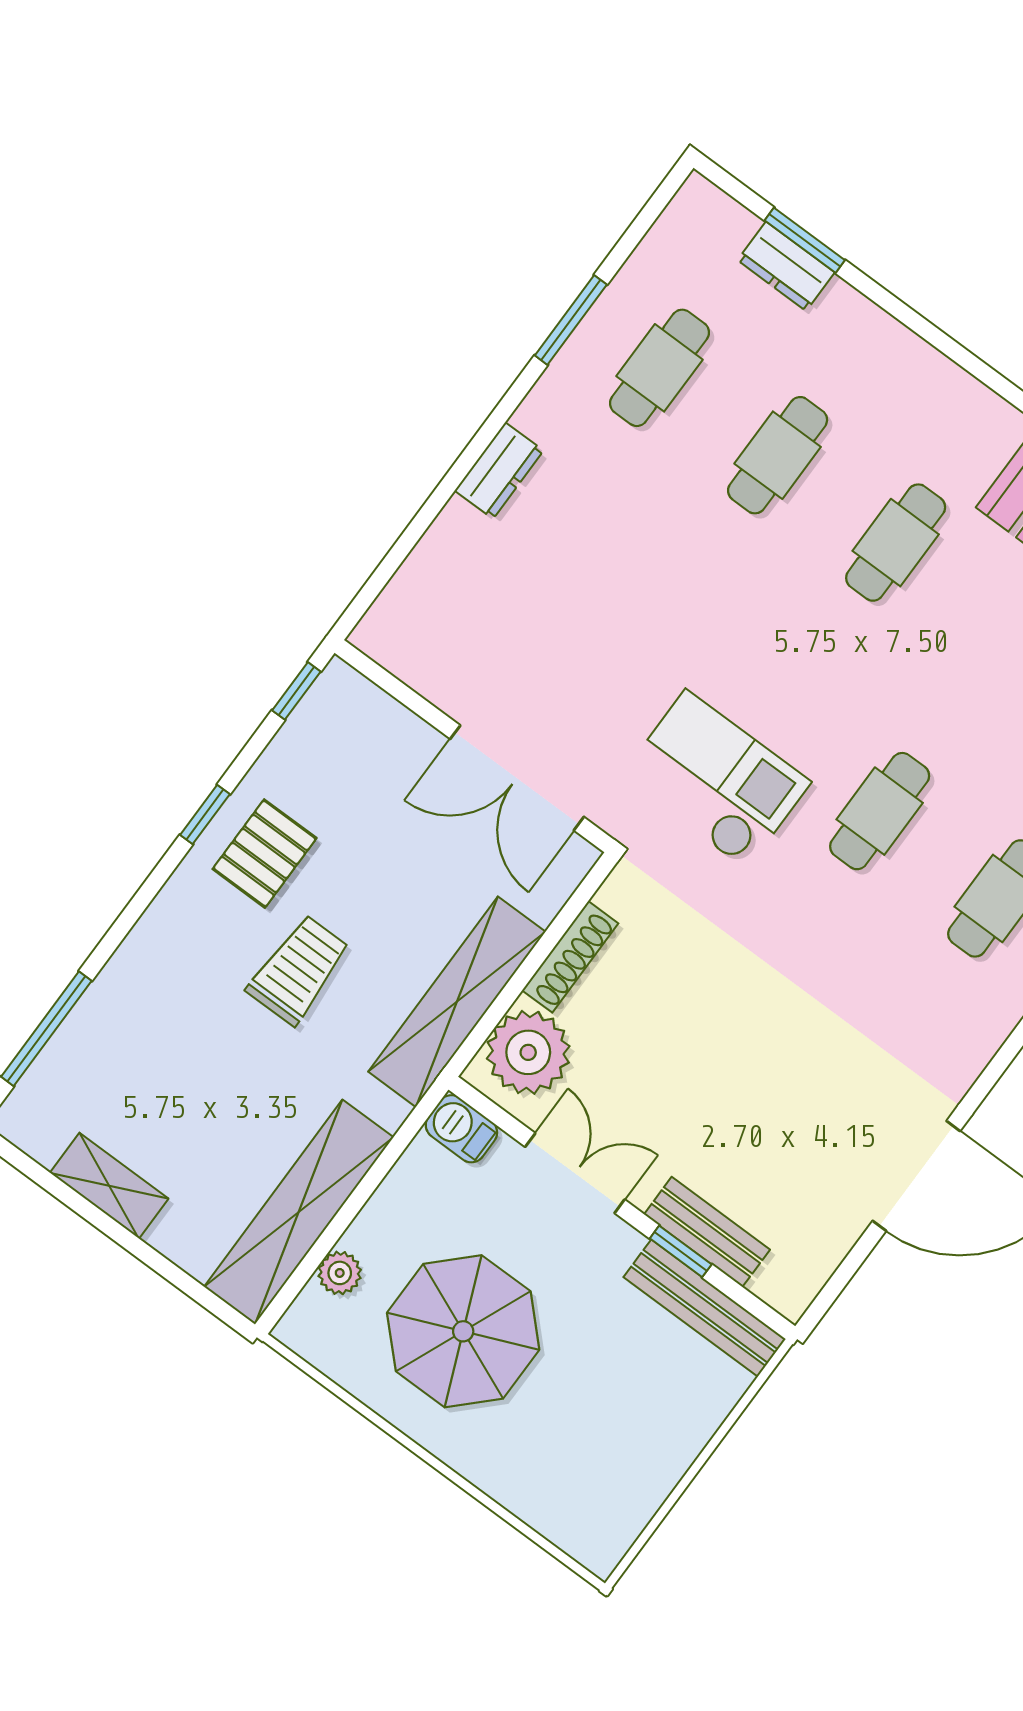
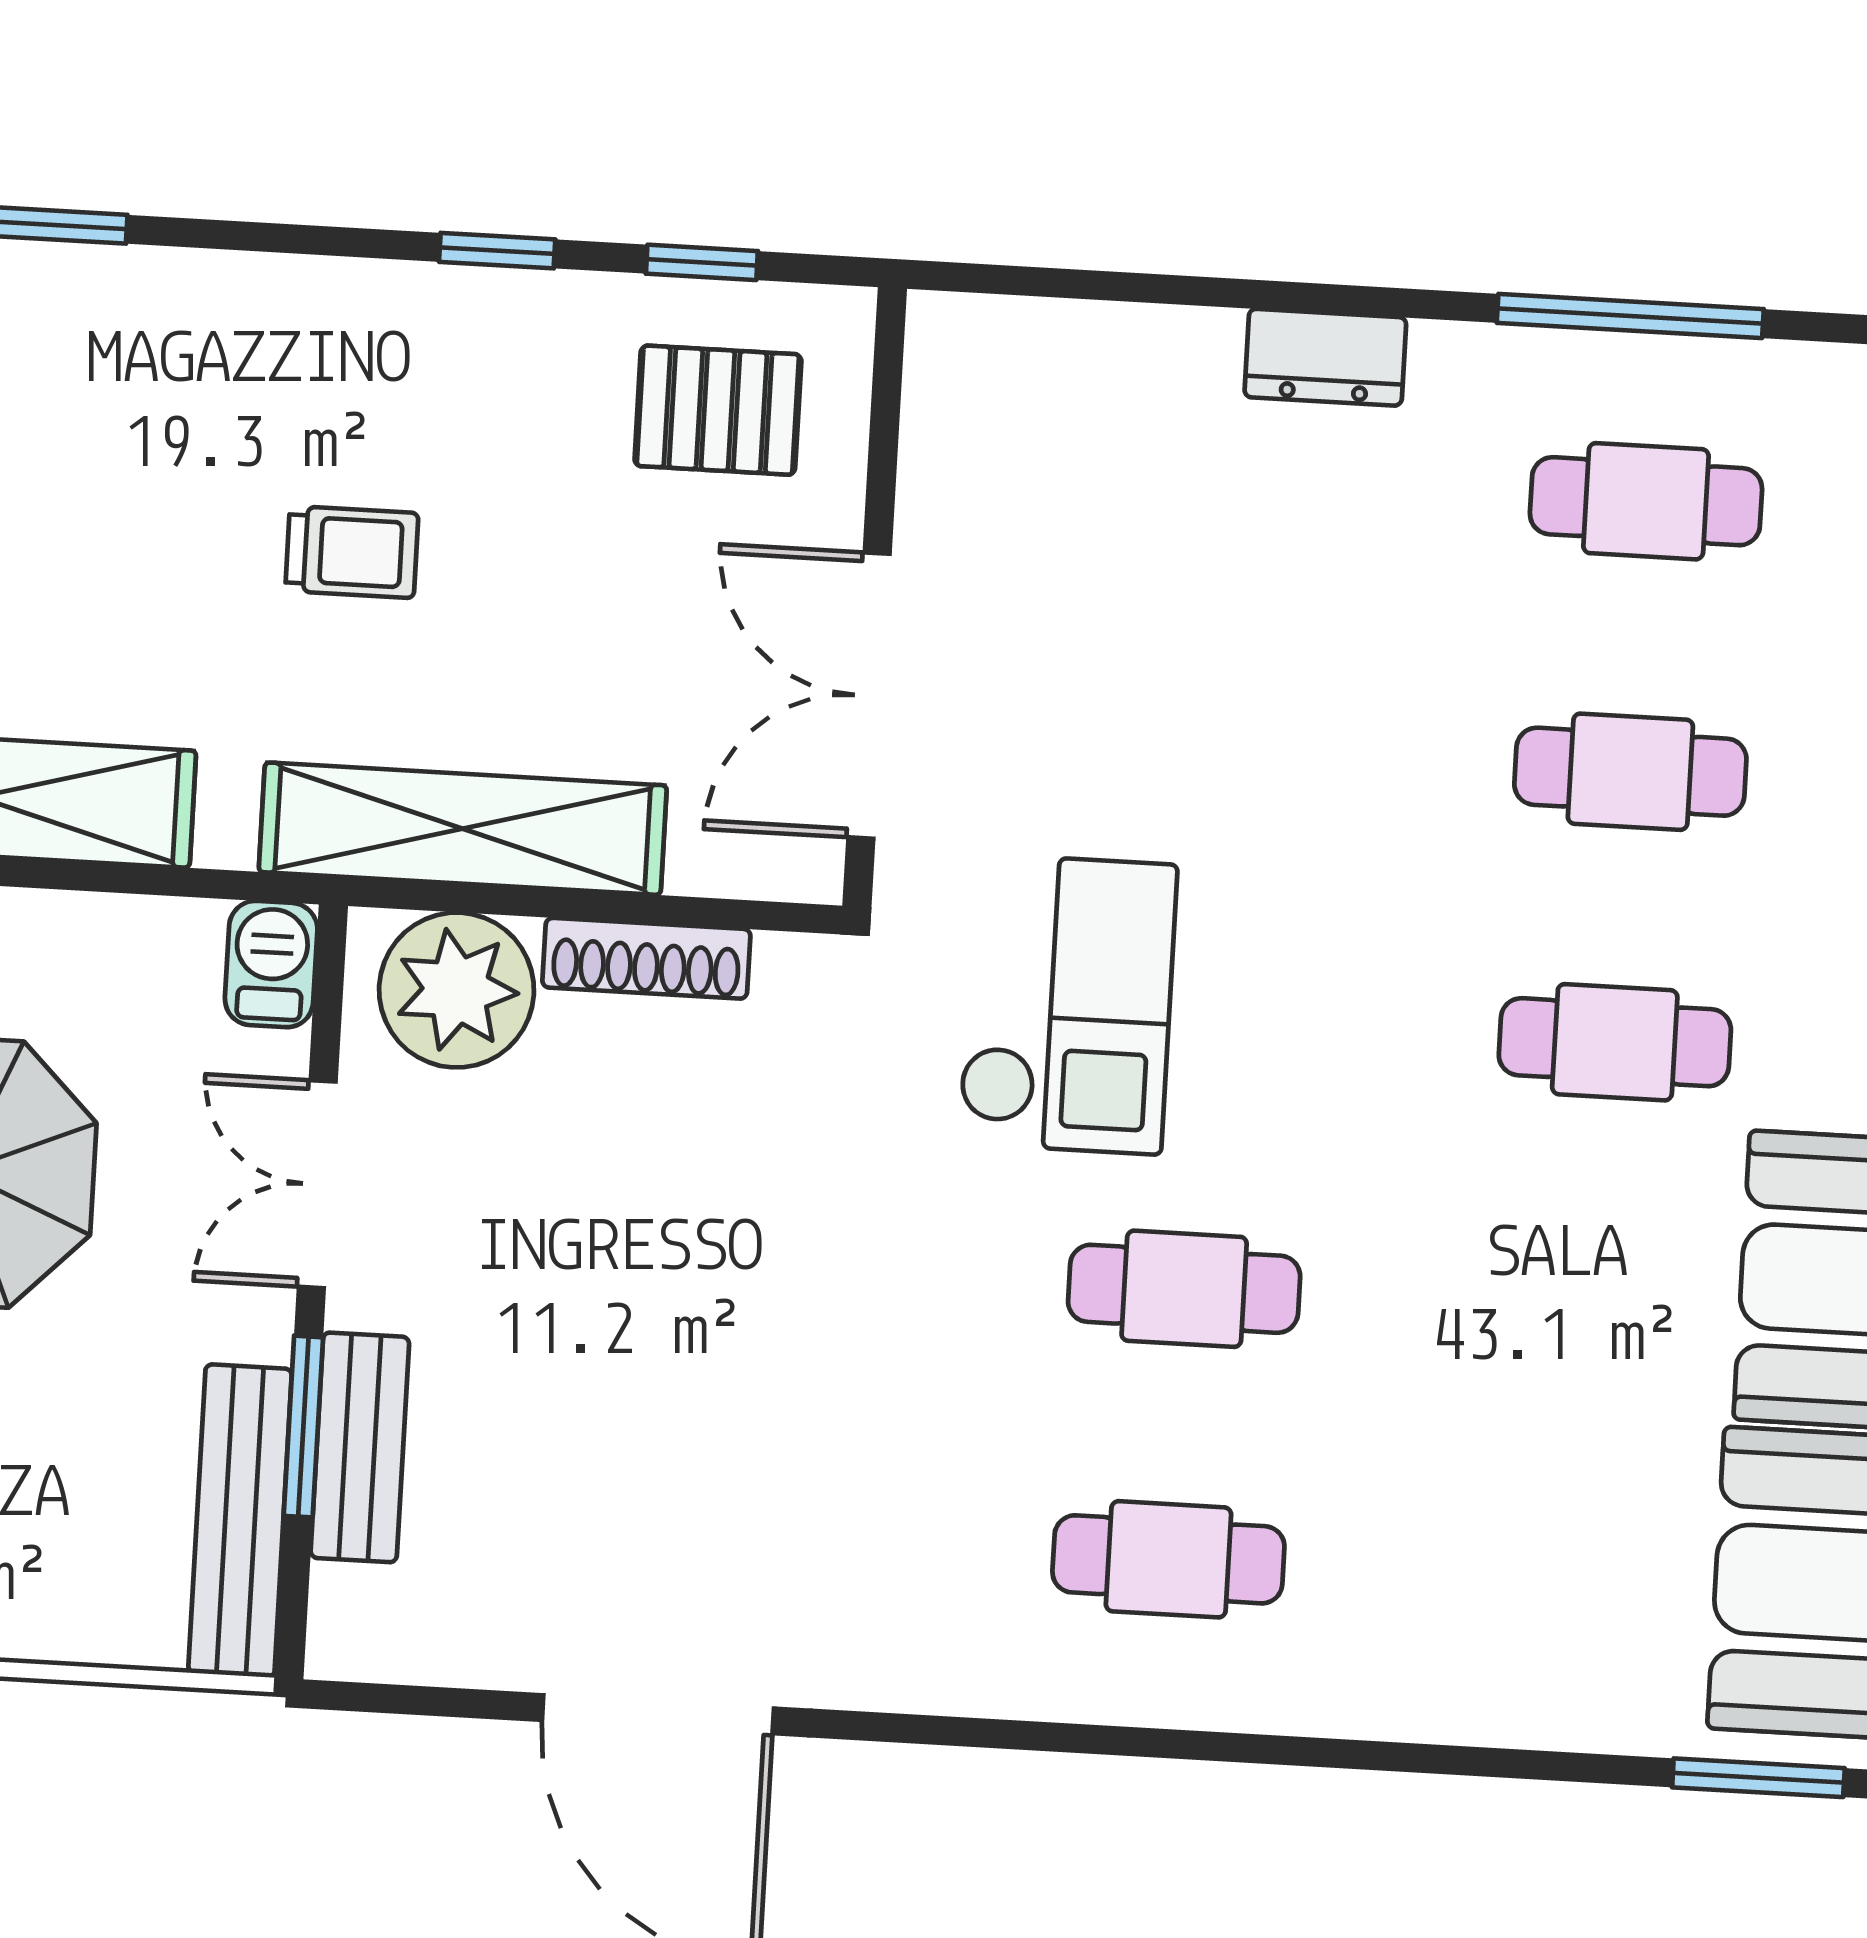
window: (571, 320) -> (1630, 316), width x1.44
window: (296, 691) -> (702, 262), moved
pallet: (265, 854) -> (718, 410), moved
trolley: (299, 970) -> (352, 552), width x0.73, depth x0.72
double door: (575, 1173) -> (317, 1184), swing flipped
window: (681, 1251) -> (303, 1427), width x1.50

